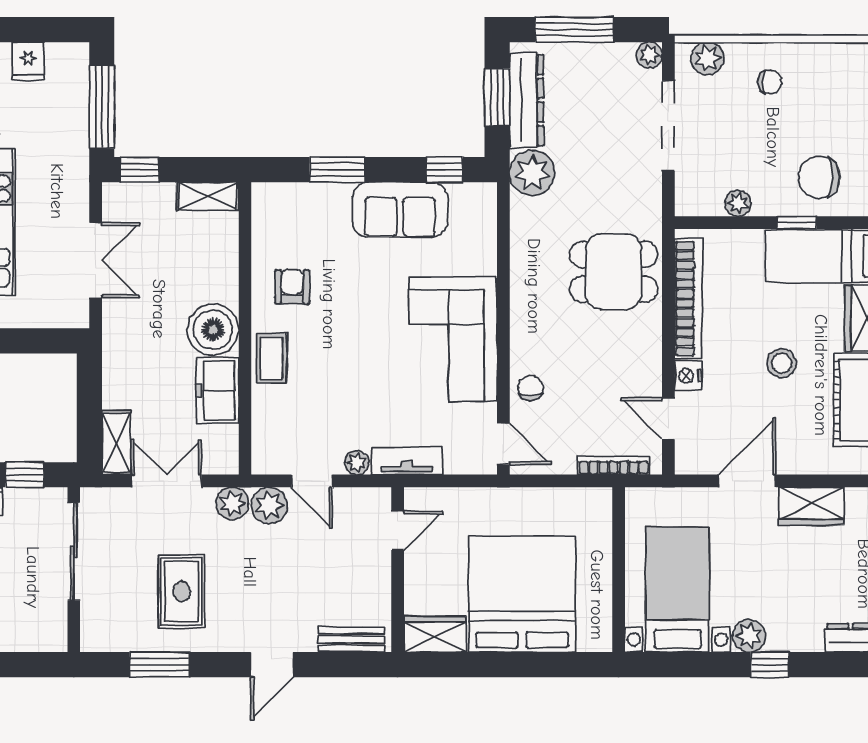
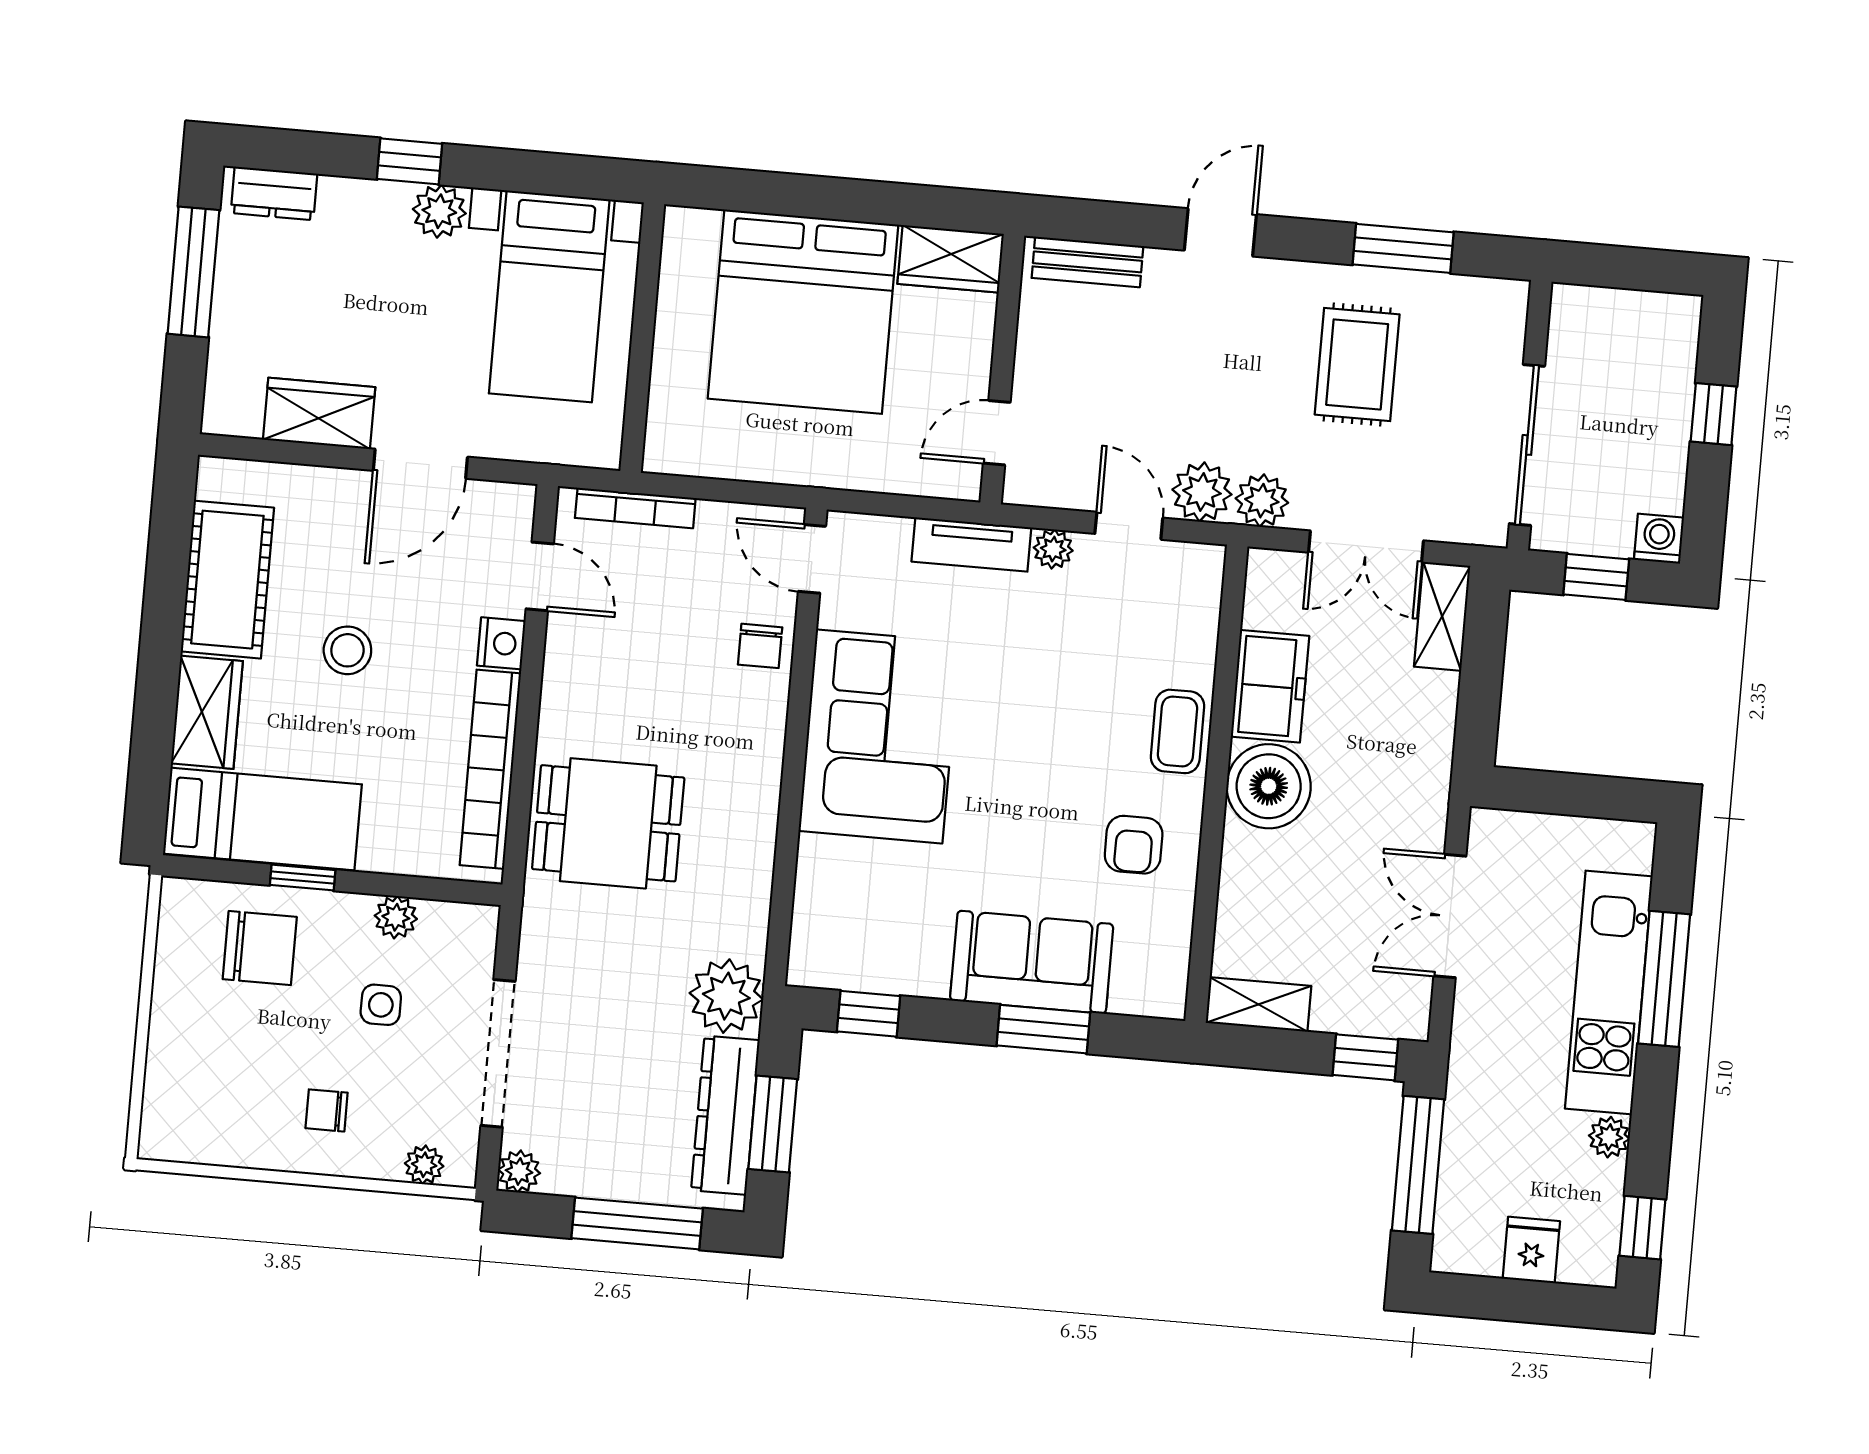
plant: (707, 58) -> (424, 1165), width x0.73, depth x0.73
side table: (742, 149) -> (381, 1005), added
sofa: (400, 210) -> (1032, 962), moved

